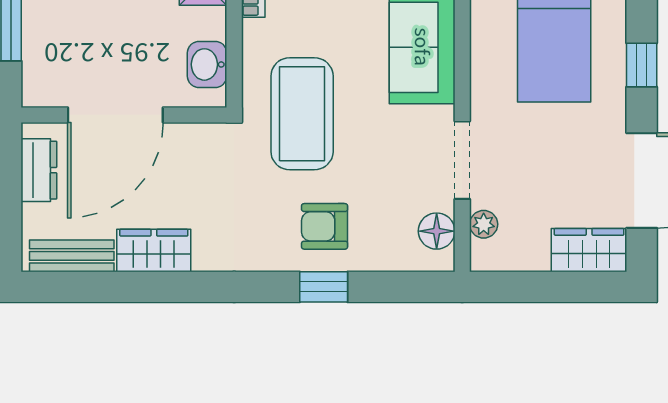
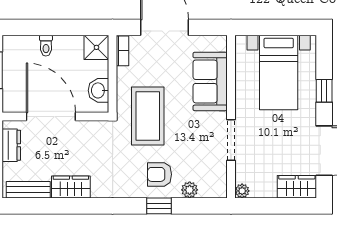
door: (115, 115) -> (51, 117), swing flipped
plant: (484, 224) -> (242, 191), moved
floor lamp: (437, 231) -> (218, 177), removed
plant: (382, 256) -> (190, 190), added

